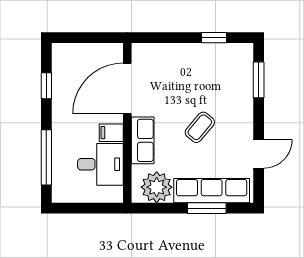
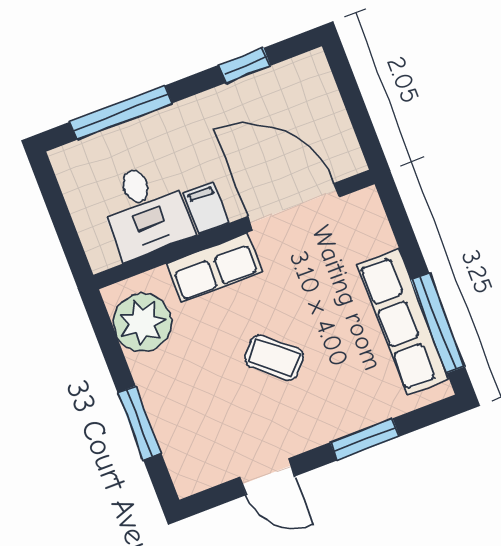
window: (214, 38) -> (438, 323), width x2.17
window: (259, 80) -> (365, 439), moved
row of seats: (212, 191) -> (403, 322), moved, turned 180

